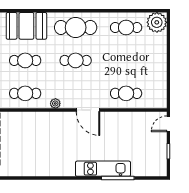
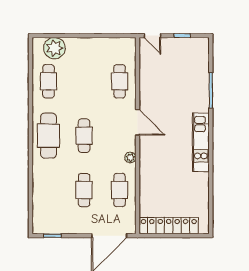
plant: (157, 22) -> (54, 48), moved
booth: (26, 26) -> (47, 189), removed
door: (88, 110) -> (138, 122), hinge flipped
kitchen unit: (103, 169) -> (201, 142), moved

